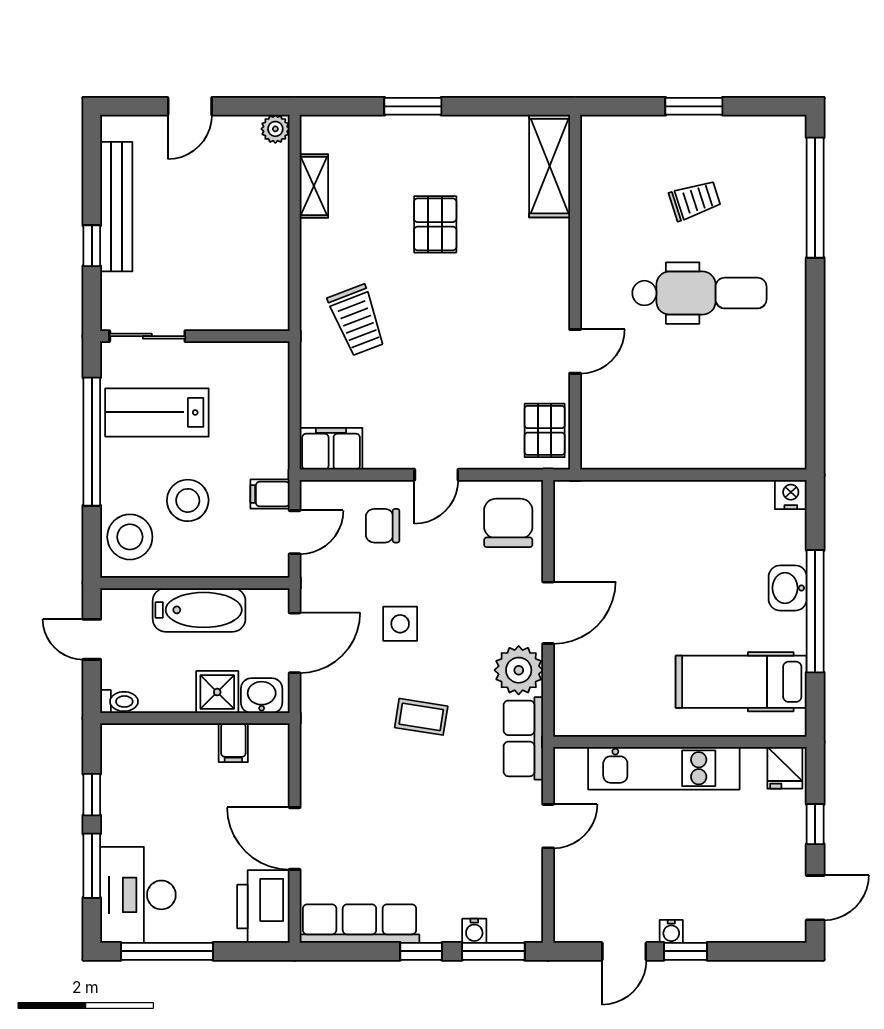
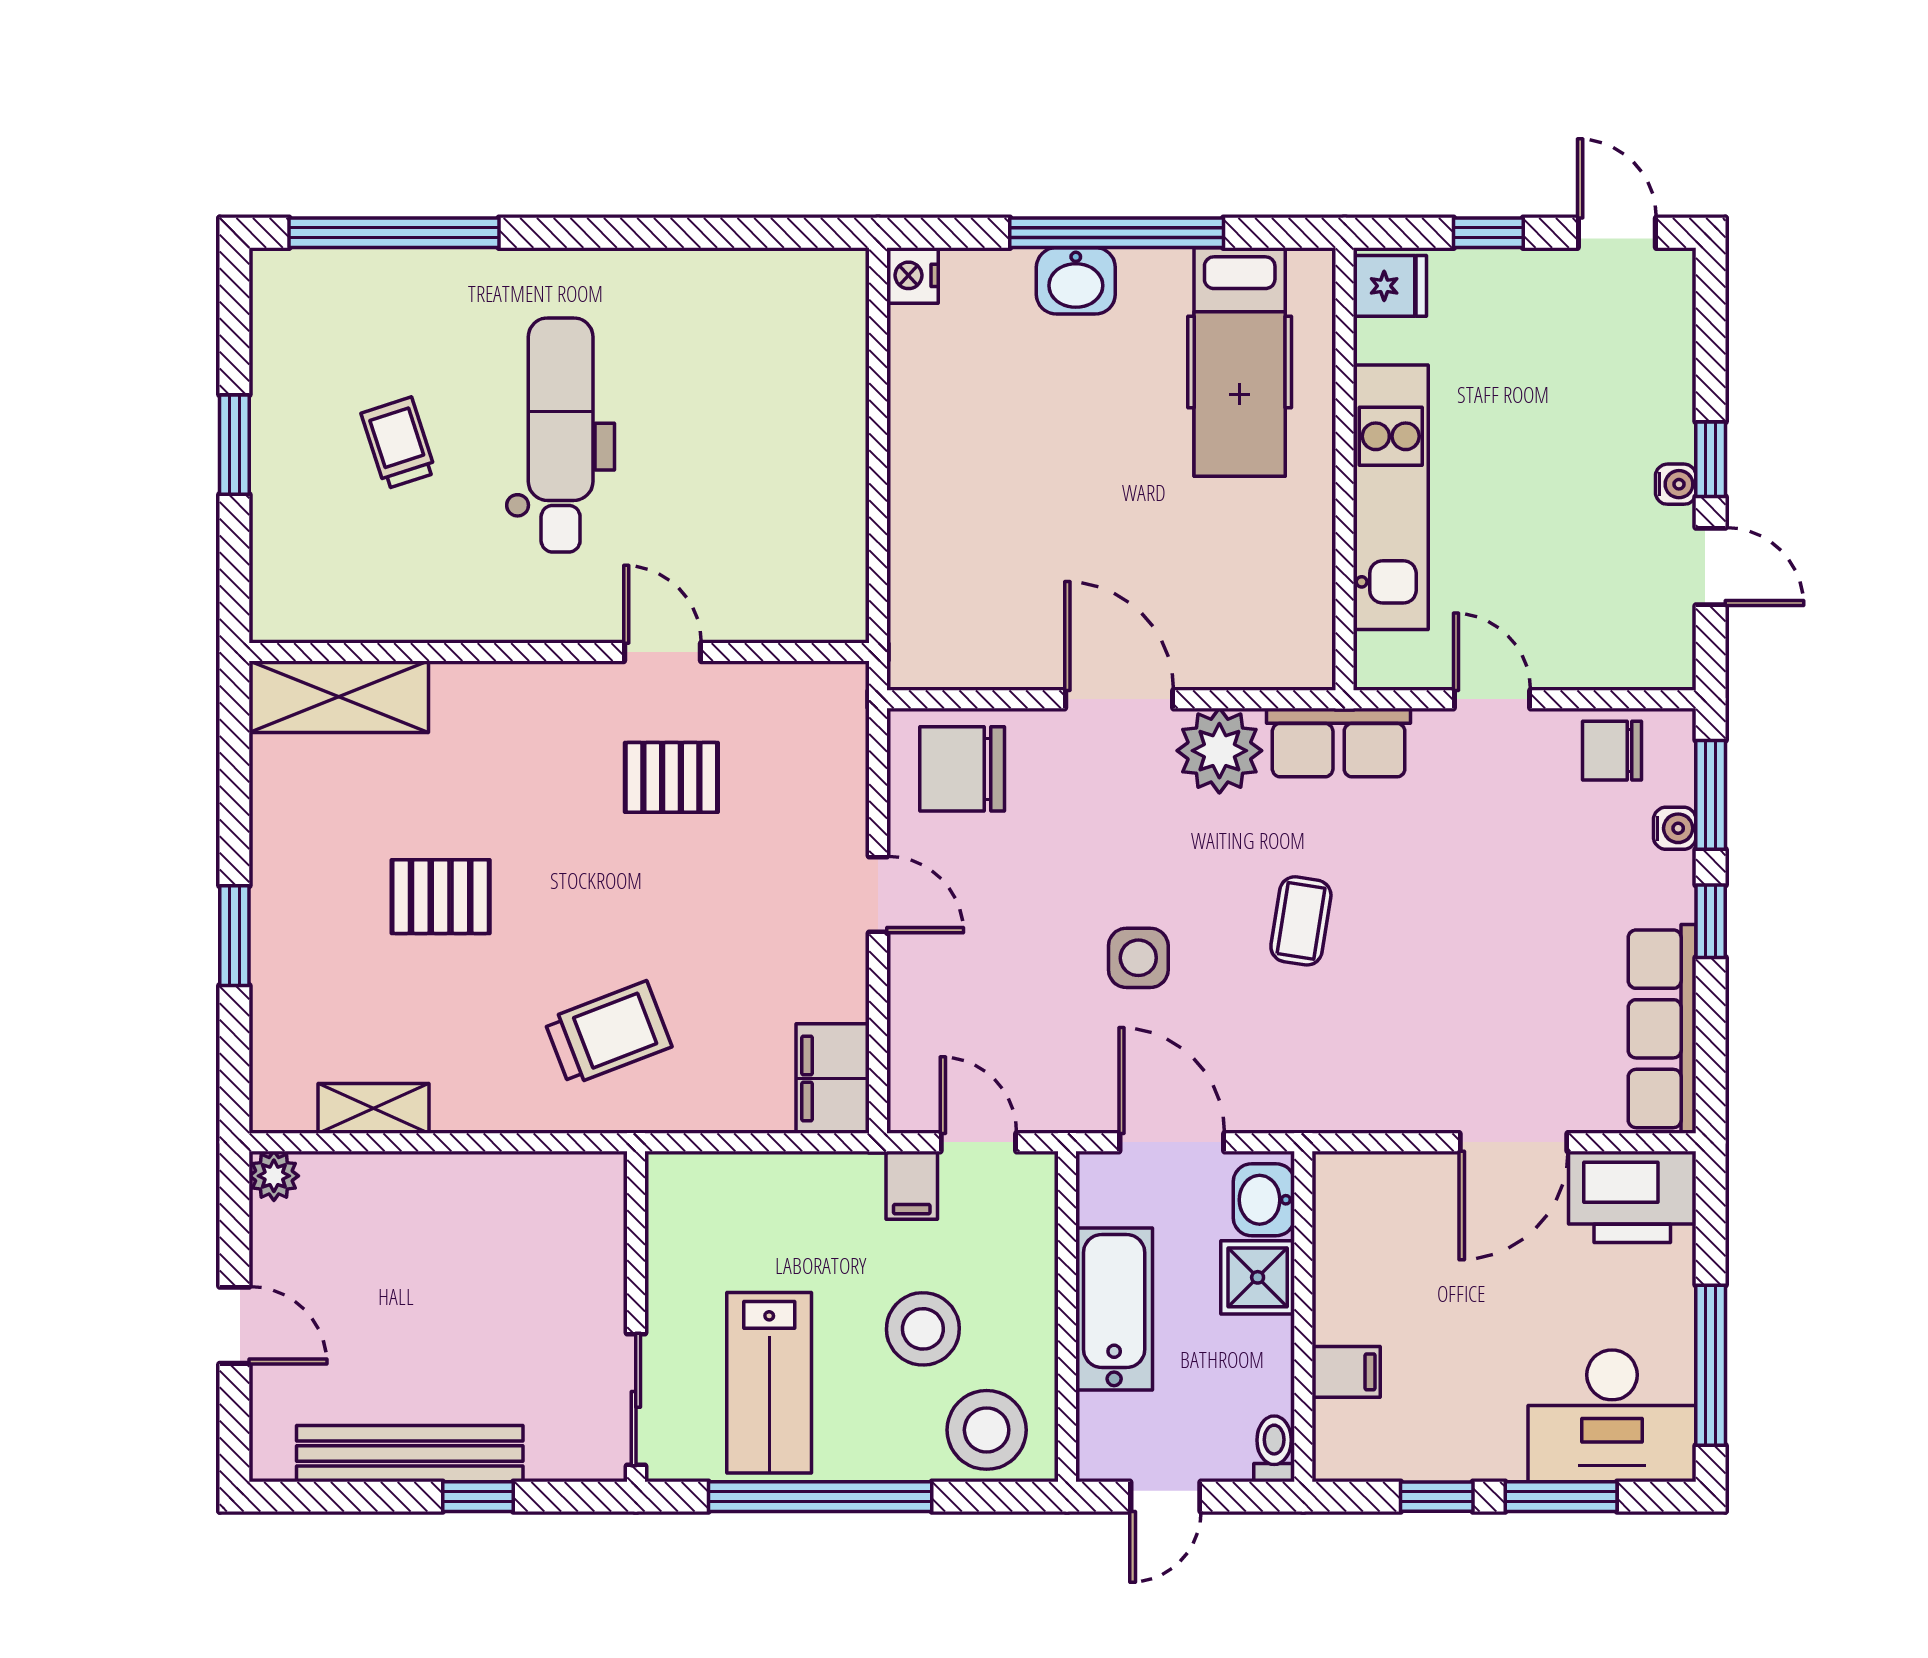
pallet: (545, 430) -> (671, 777), moved
chair: (383, 526) -> (1612, 751), moved, turned 90
filing cabinet: (233, 743) -> (1346, 1372), moved

